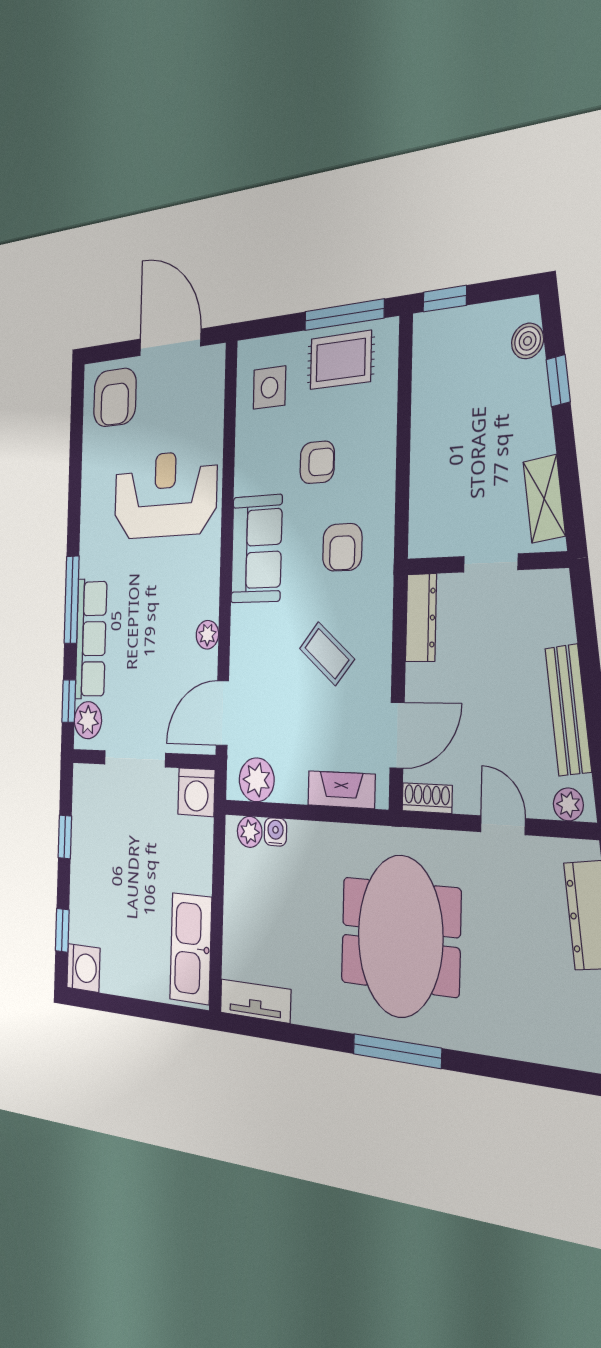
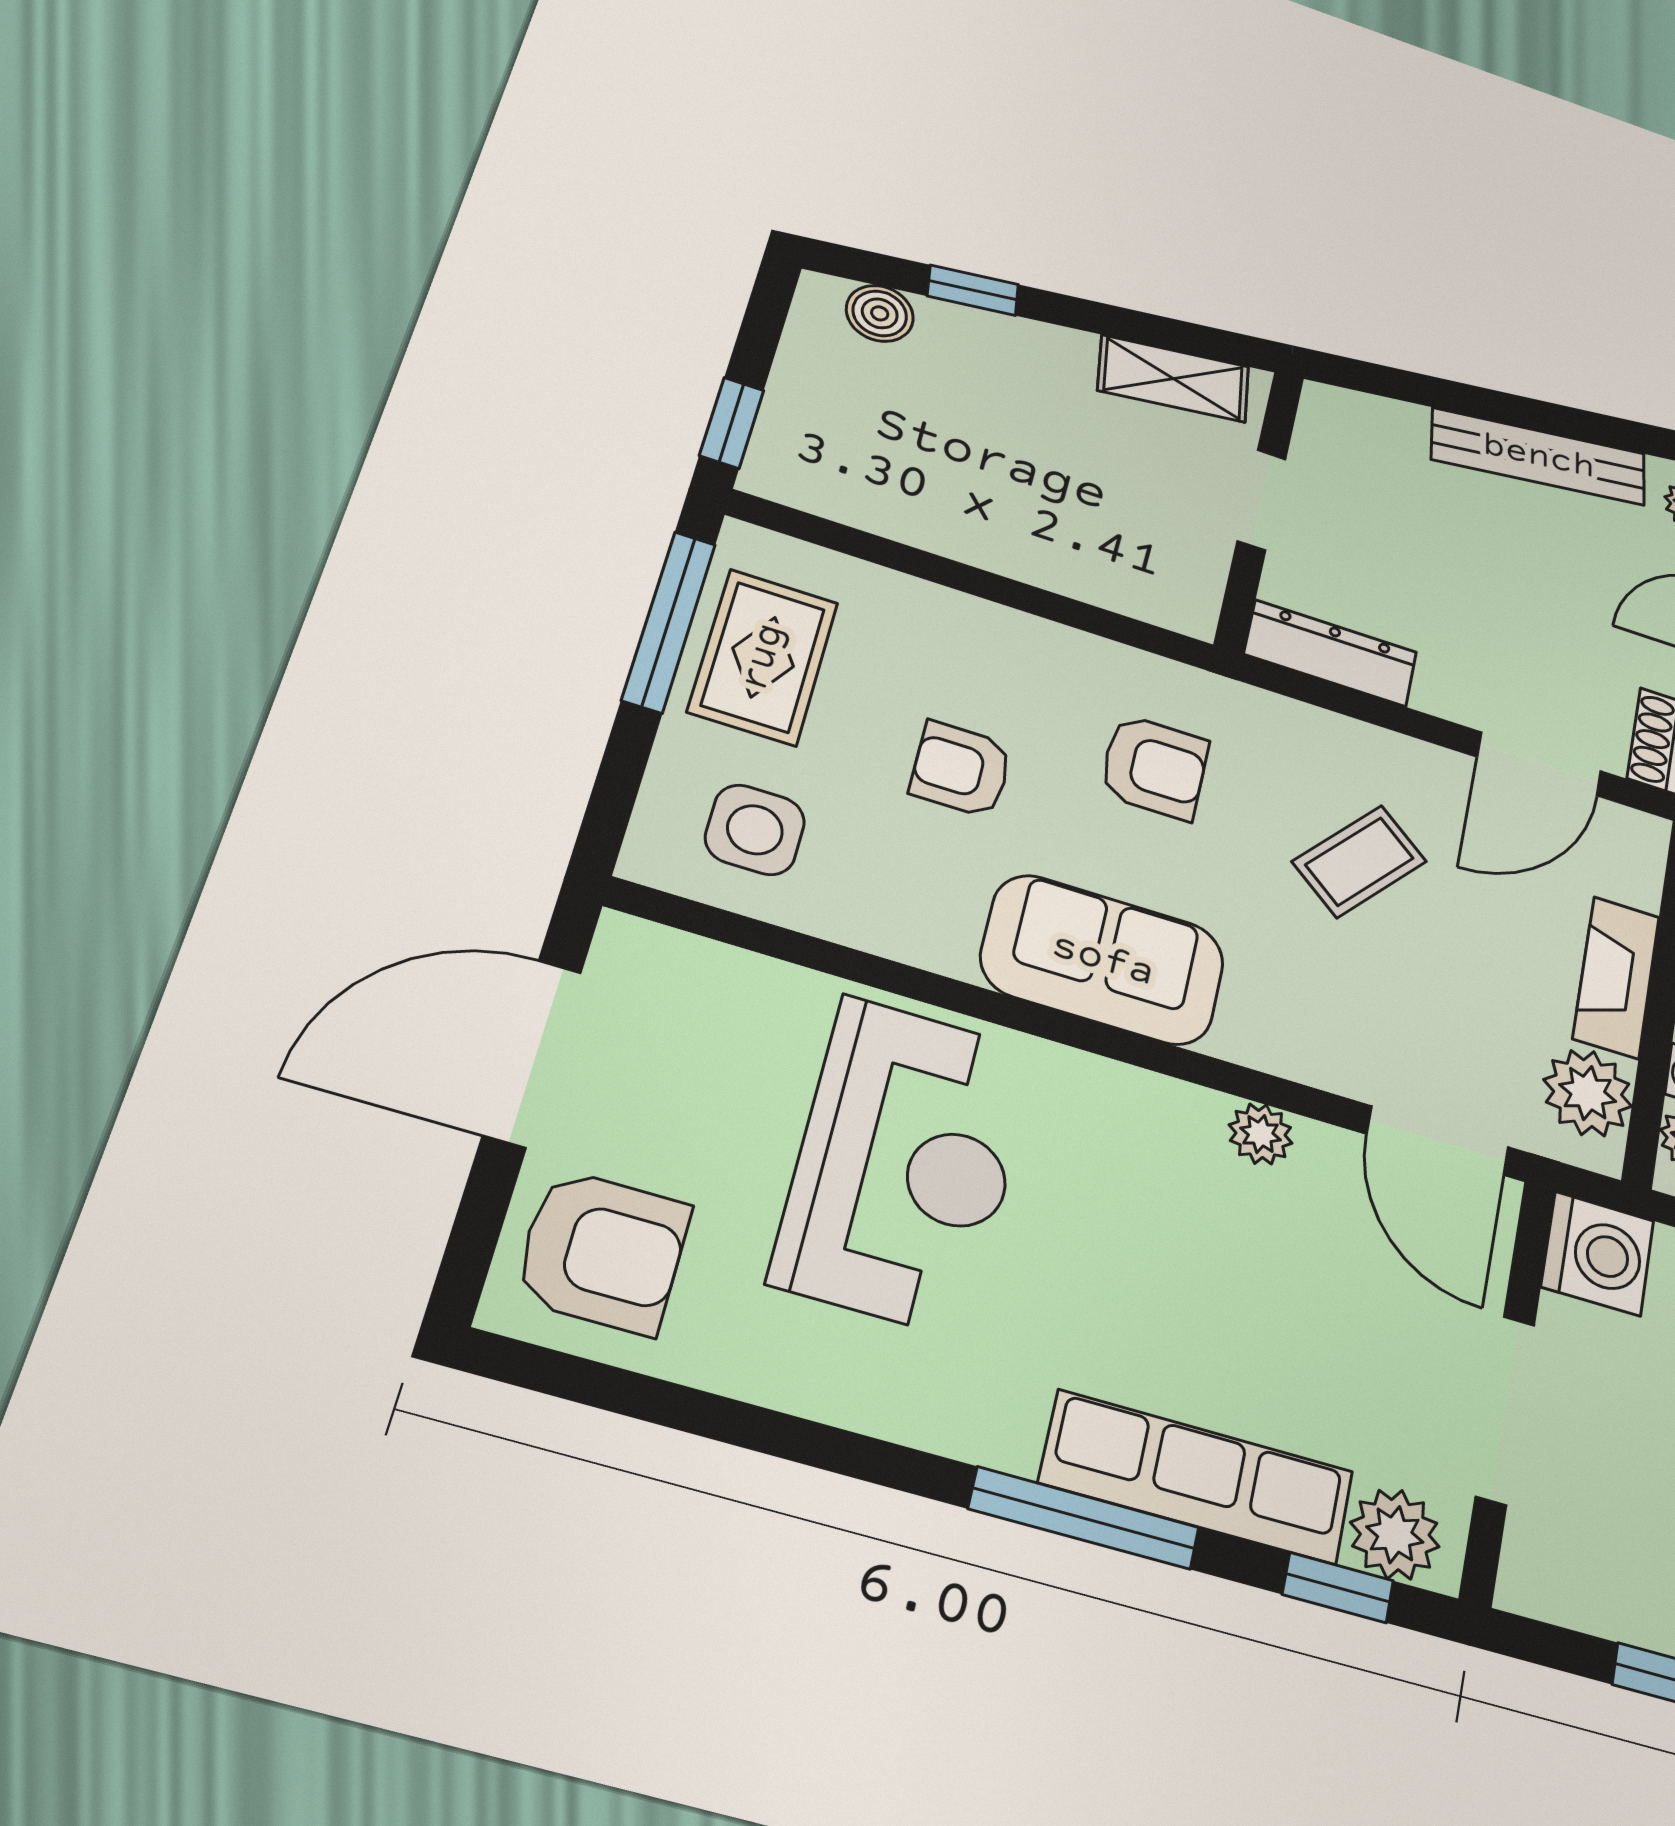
armchair: (317, 462) -> (961, 769), turned -90
reception desk: (165, 495) -> (905, 1165), turned 180
door: (397, 735) -> (1539, 764), swing flipped
fireplace: (341, 790) -> (1616, 977), moved

